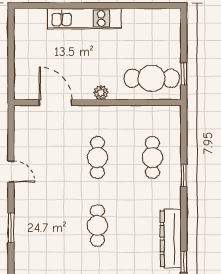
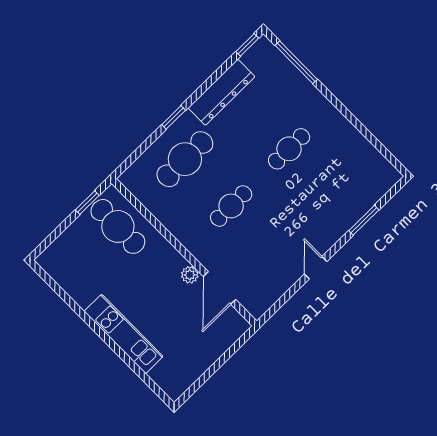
plant: (101, 93) -> (190, 275), moved
cafe table: (152, 158) -> (185, 159), width x1.37, depth x1.35
dresser: (171, 239) -> (221, 92), moved

